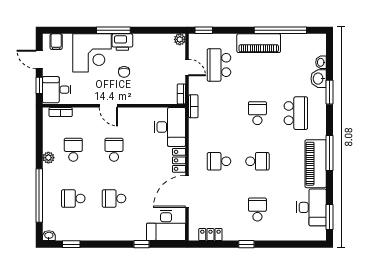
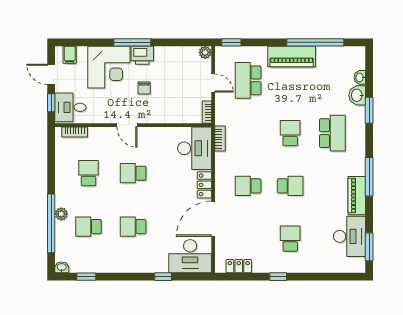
bookcase: (193, 106) -> (220, 139), moved
school desk: (114, 150) -> (133, 173), turned -90
plant: (48, 158) -> (61, 214), moved
piano: (316, 164) -> (357, 196), width x0.73, depth x0.75

